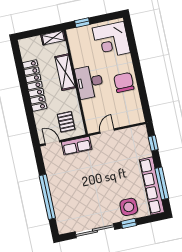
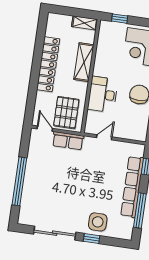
desk: (89, 82) -> (103, 94), moved
pallet: (66, 122) -> (66, 113), width x1.50, depth x1.42
row of seats: (152, 186) -> (132, 187), moved

